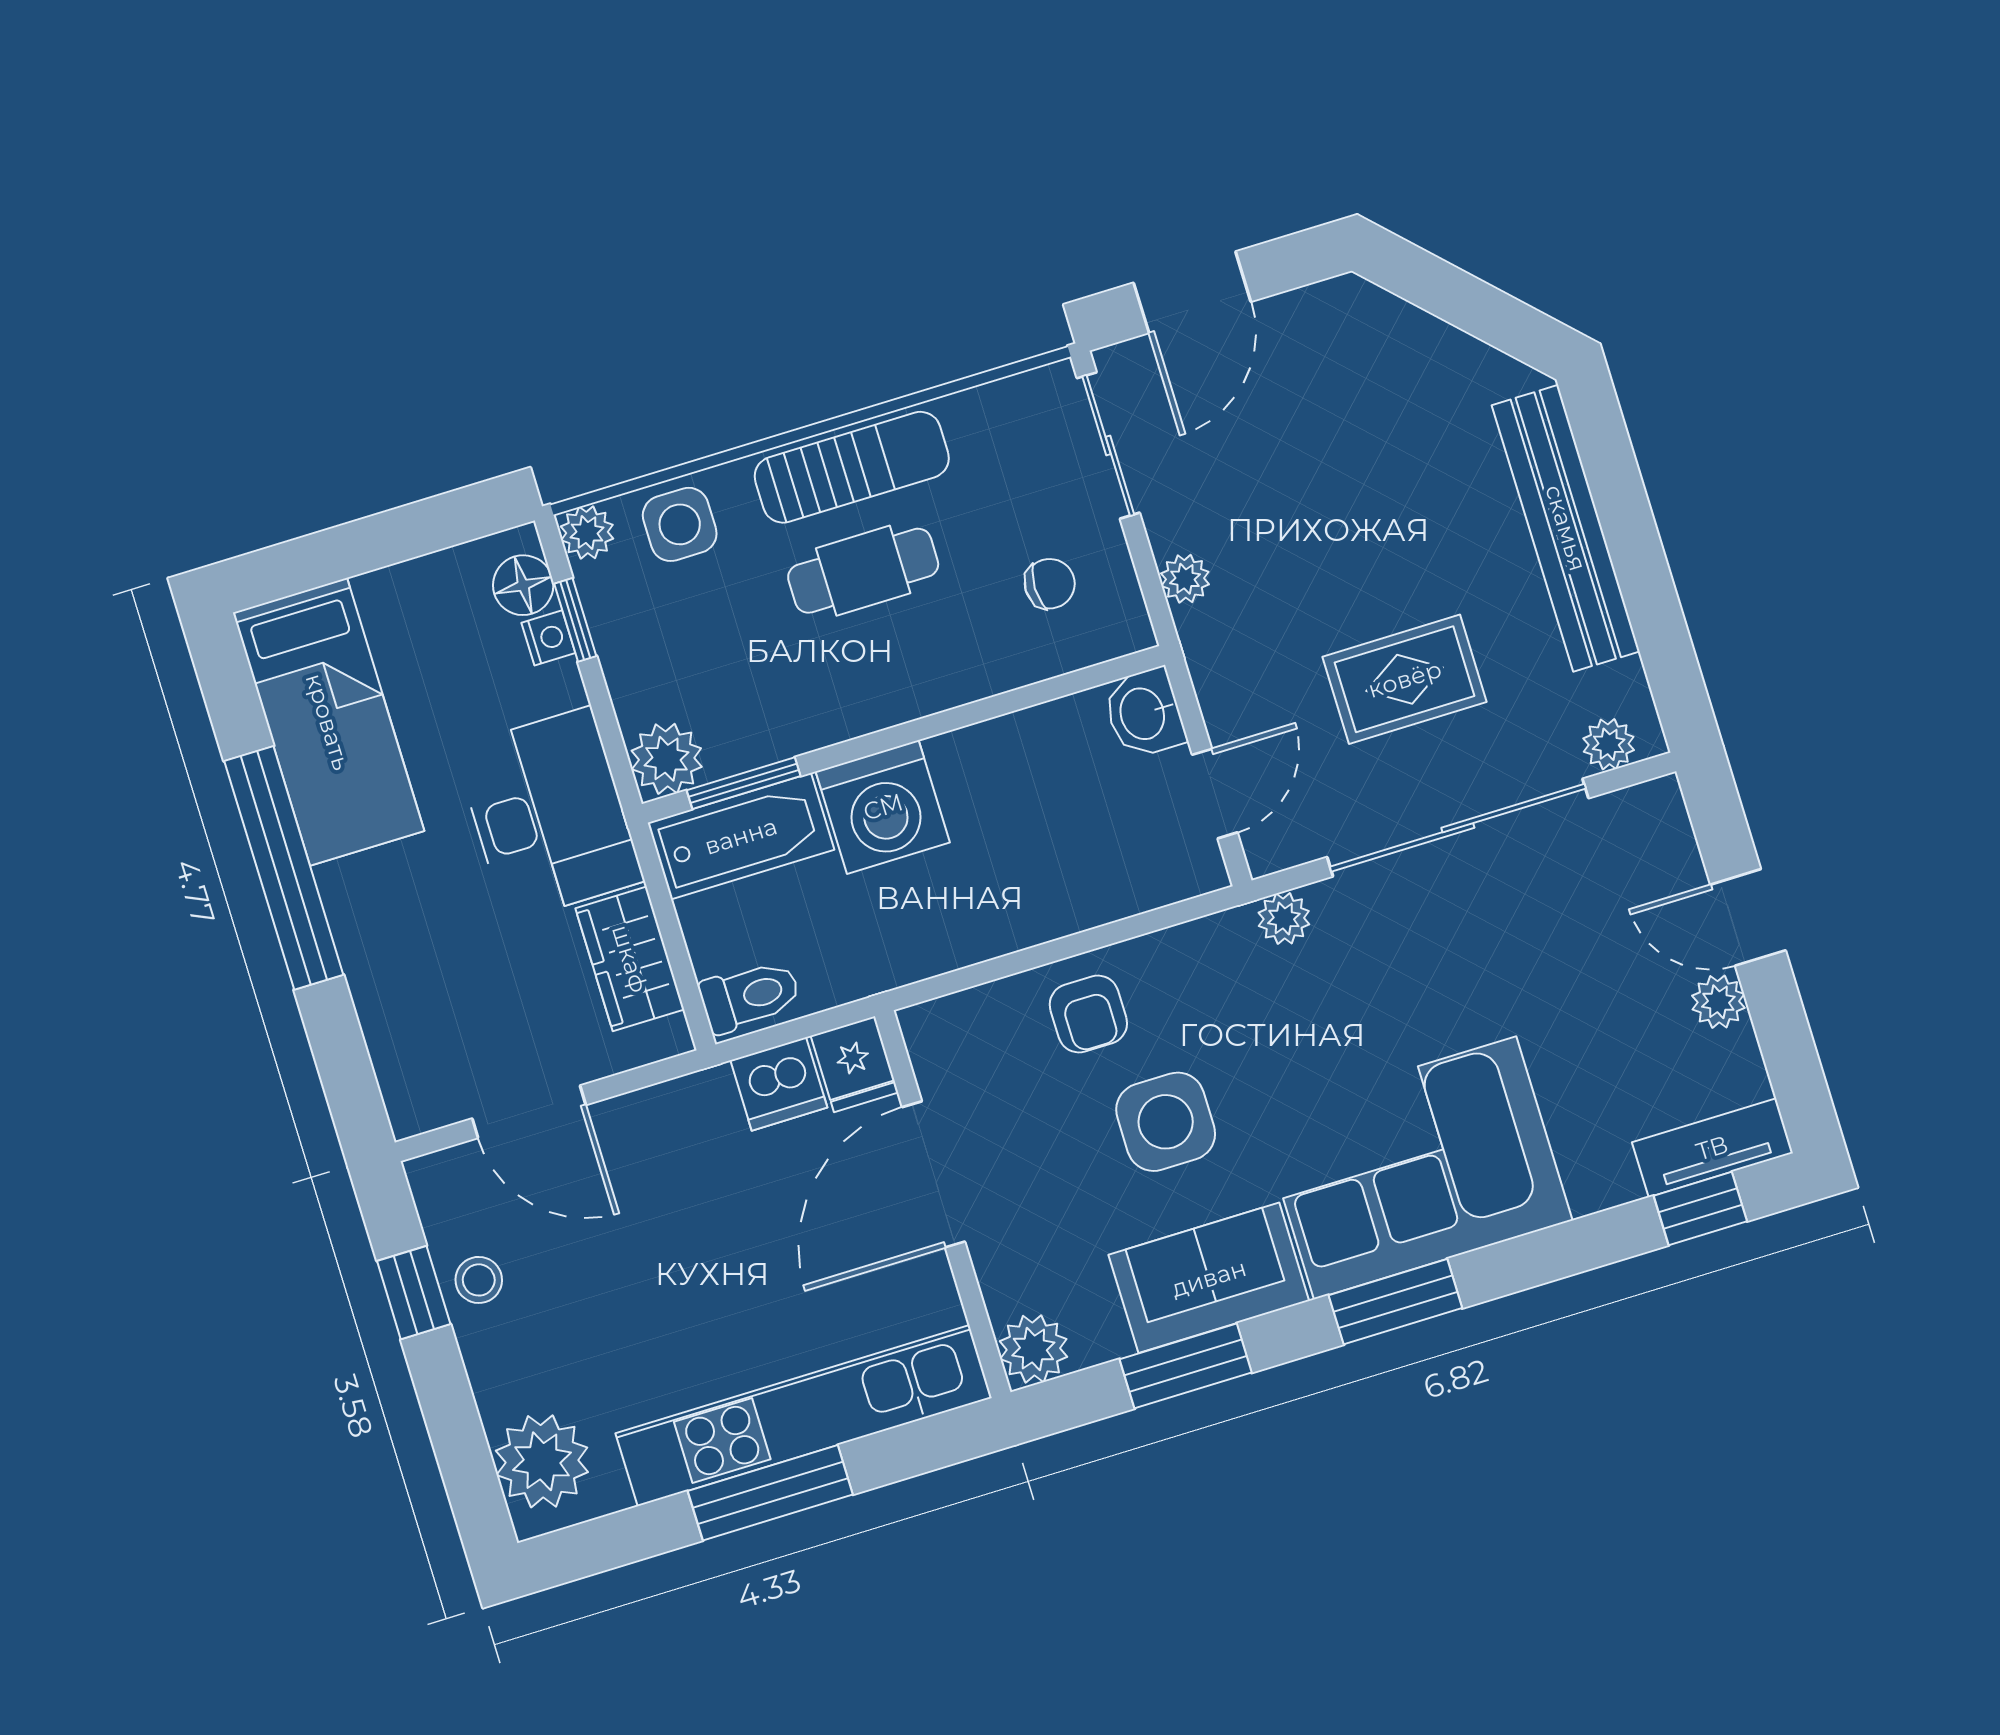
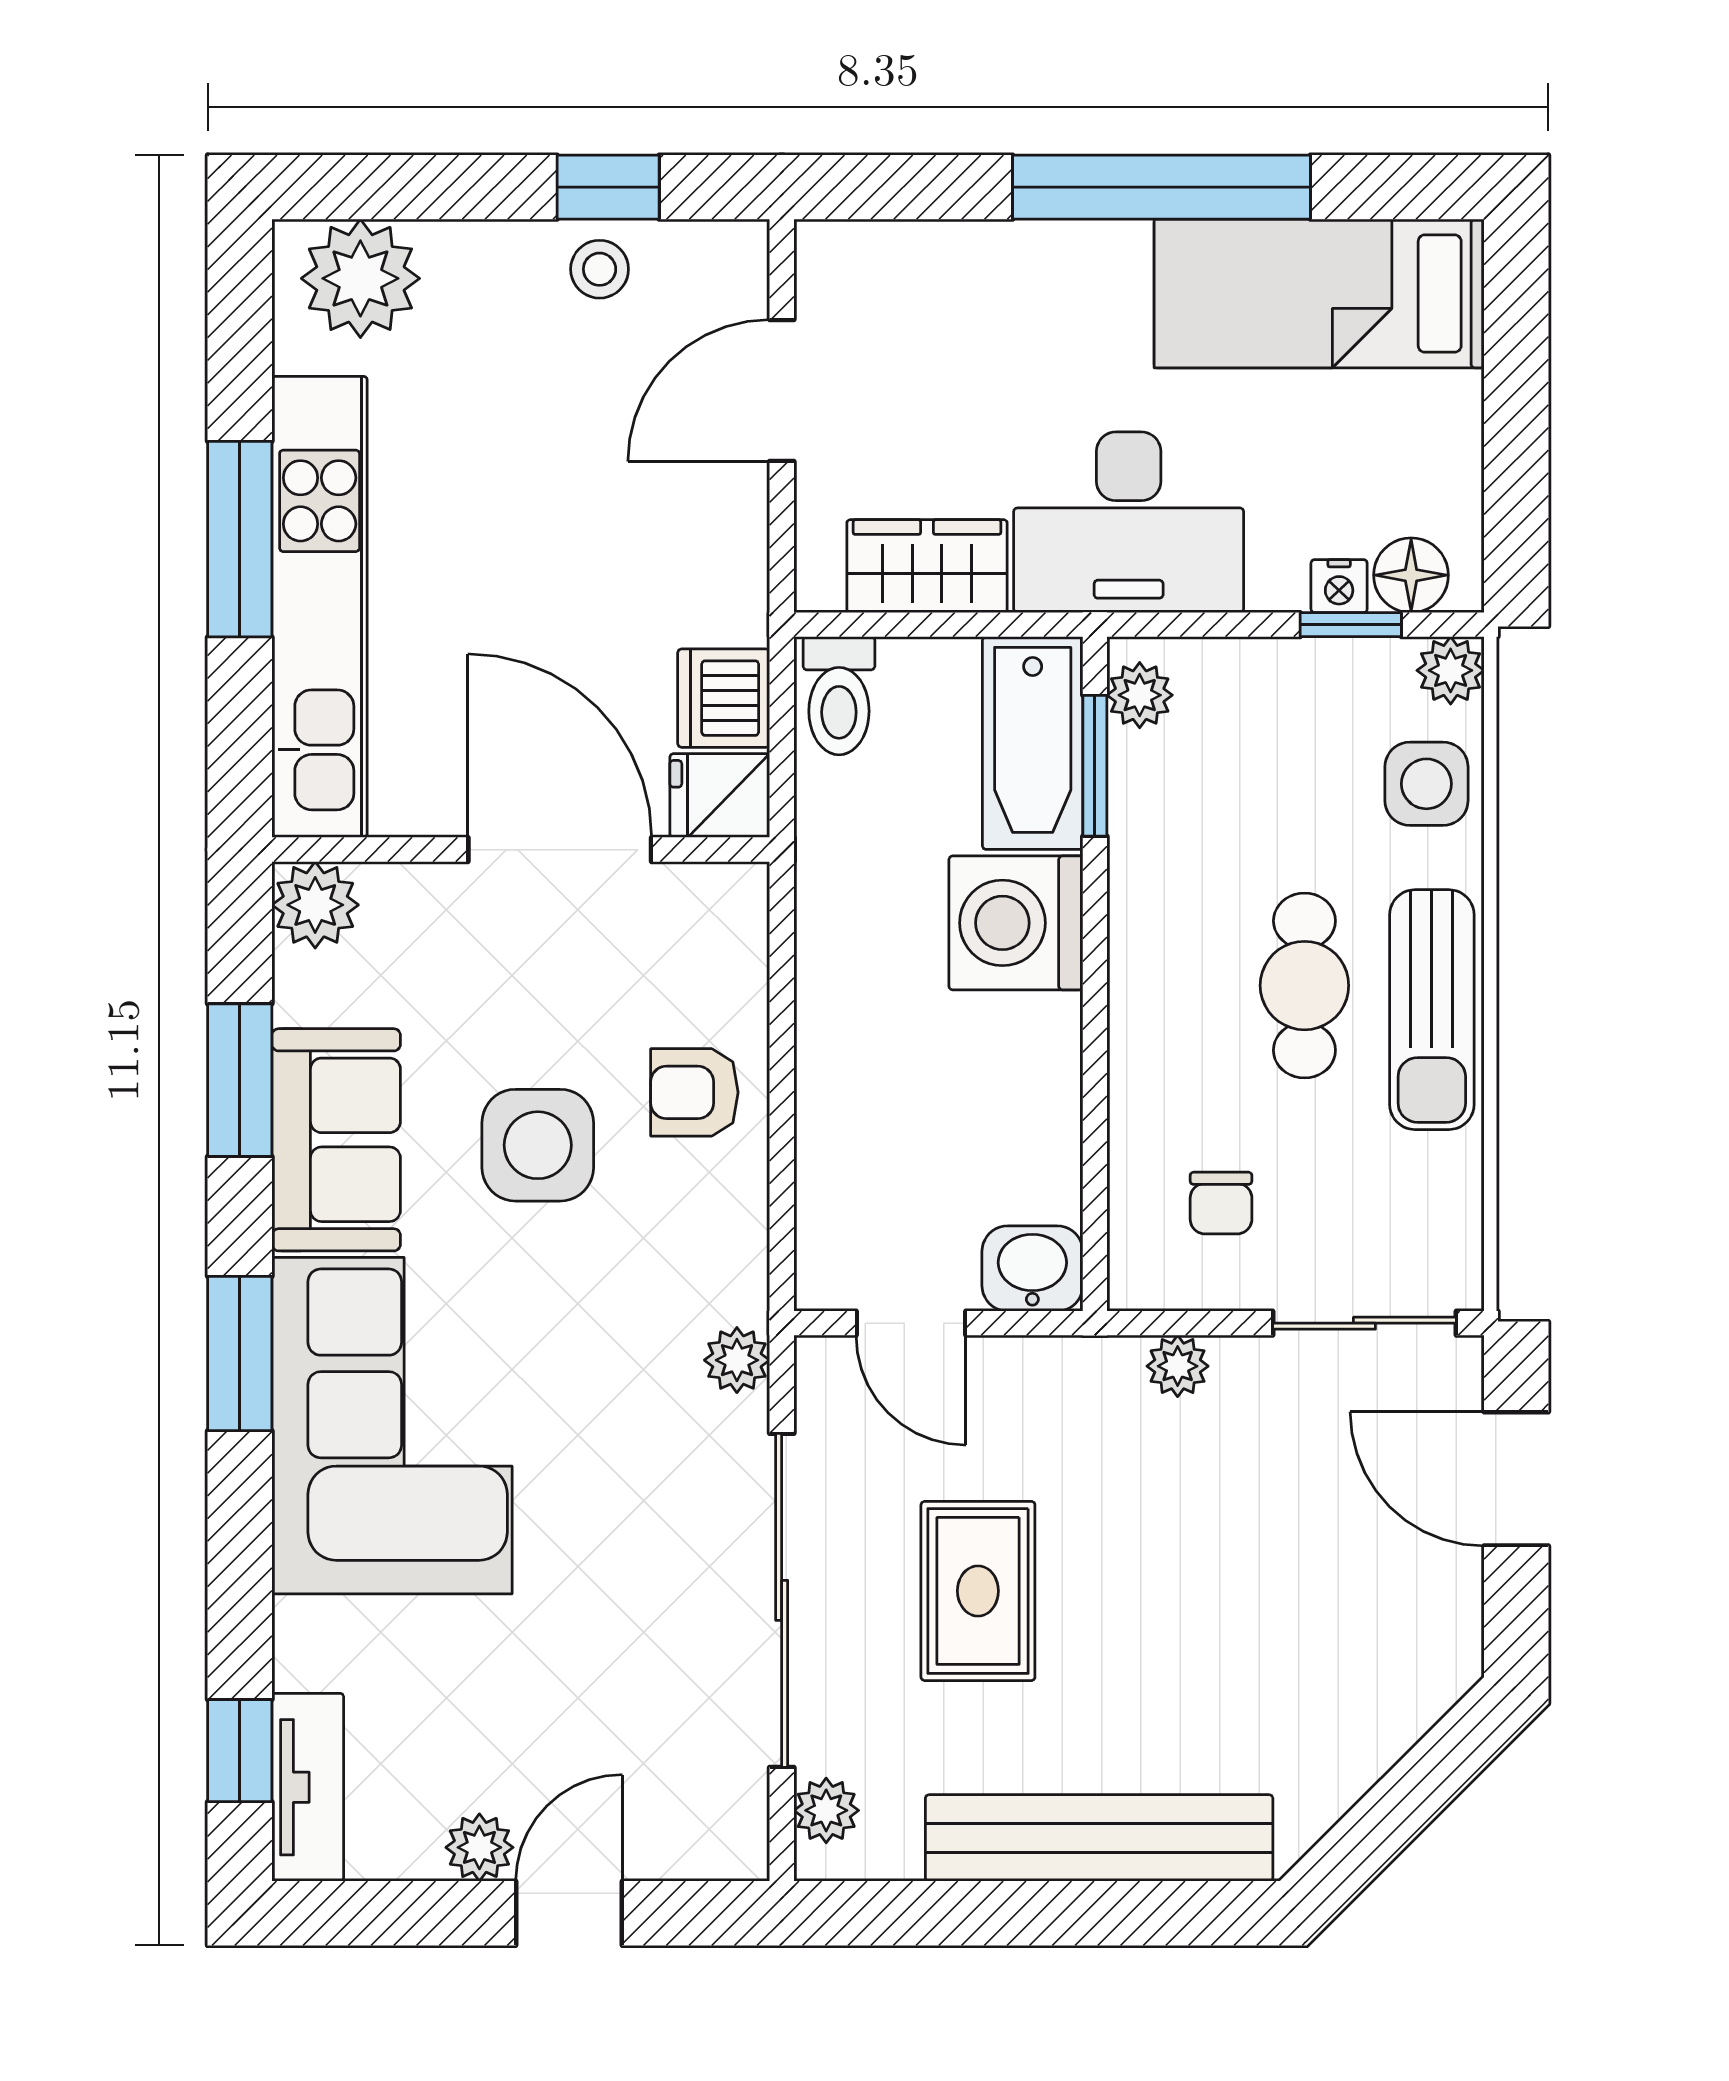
plant: (667, 759) -> (1140, 695), width x0.73, depth x0.73

